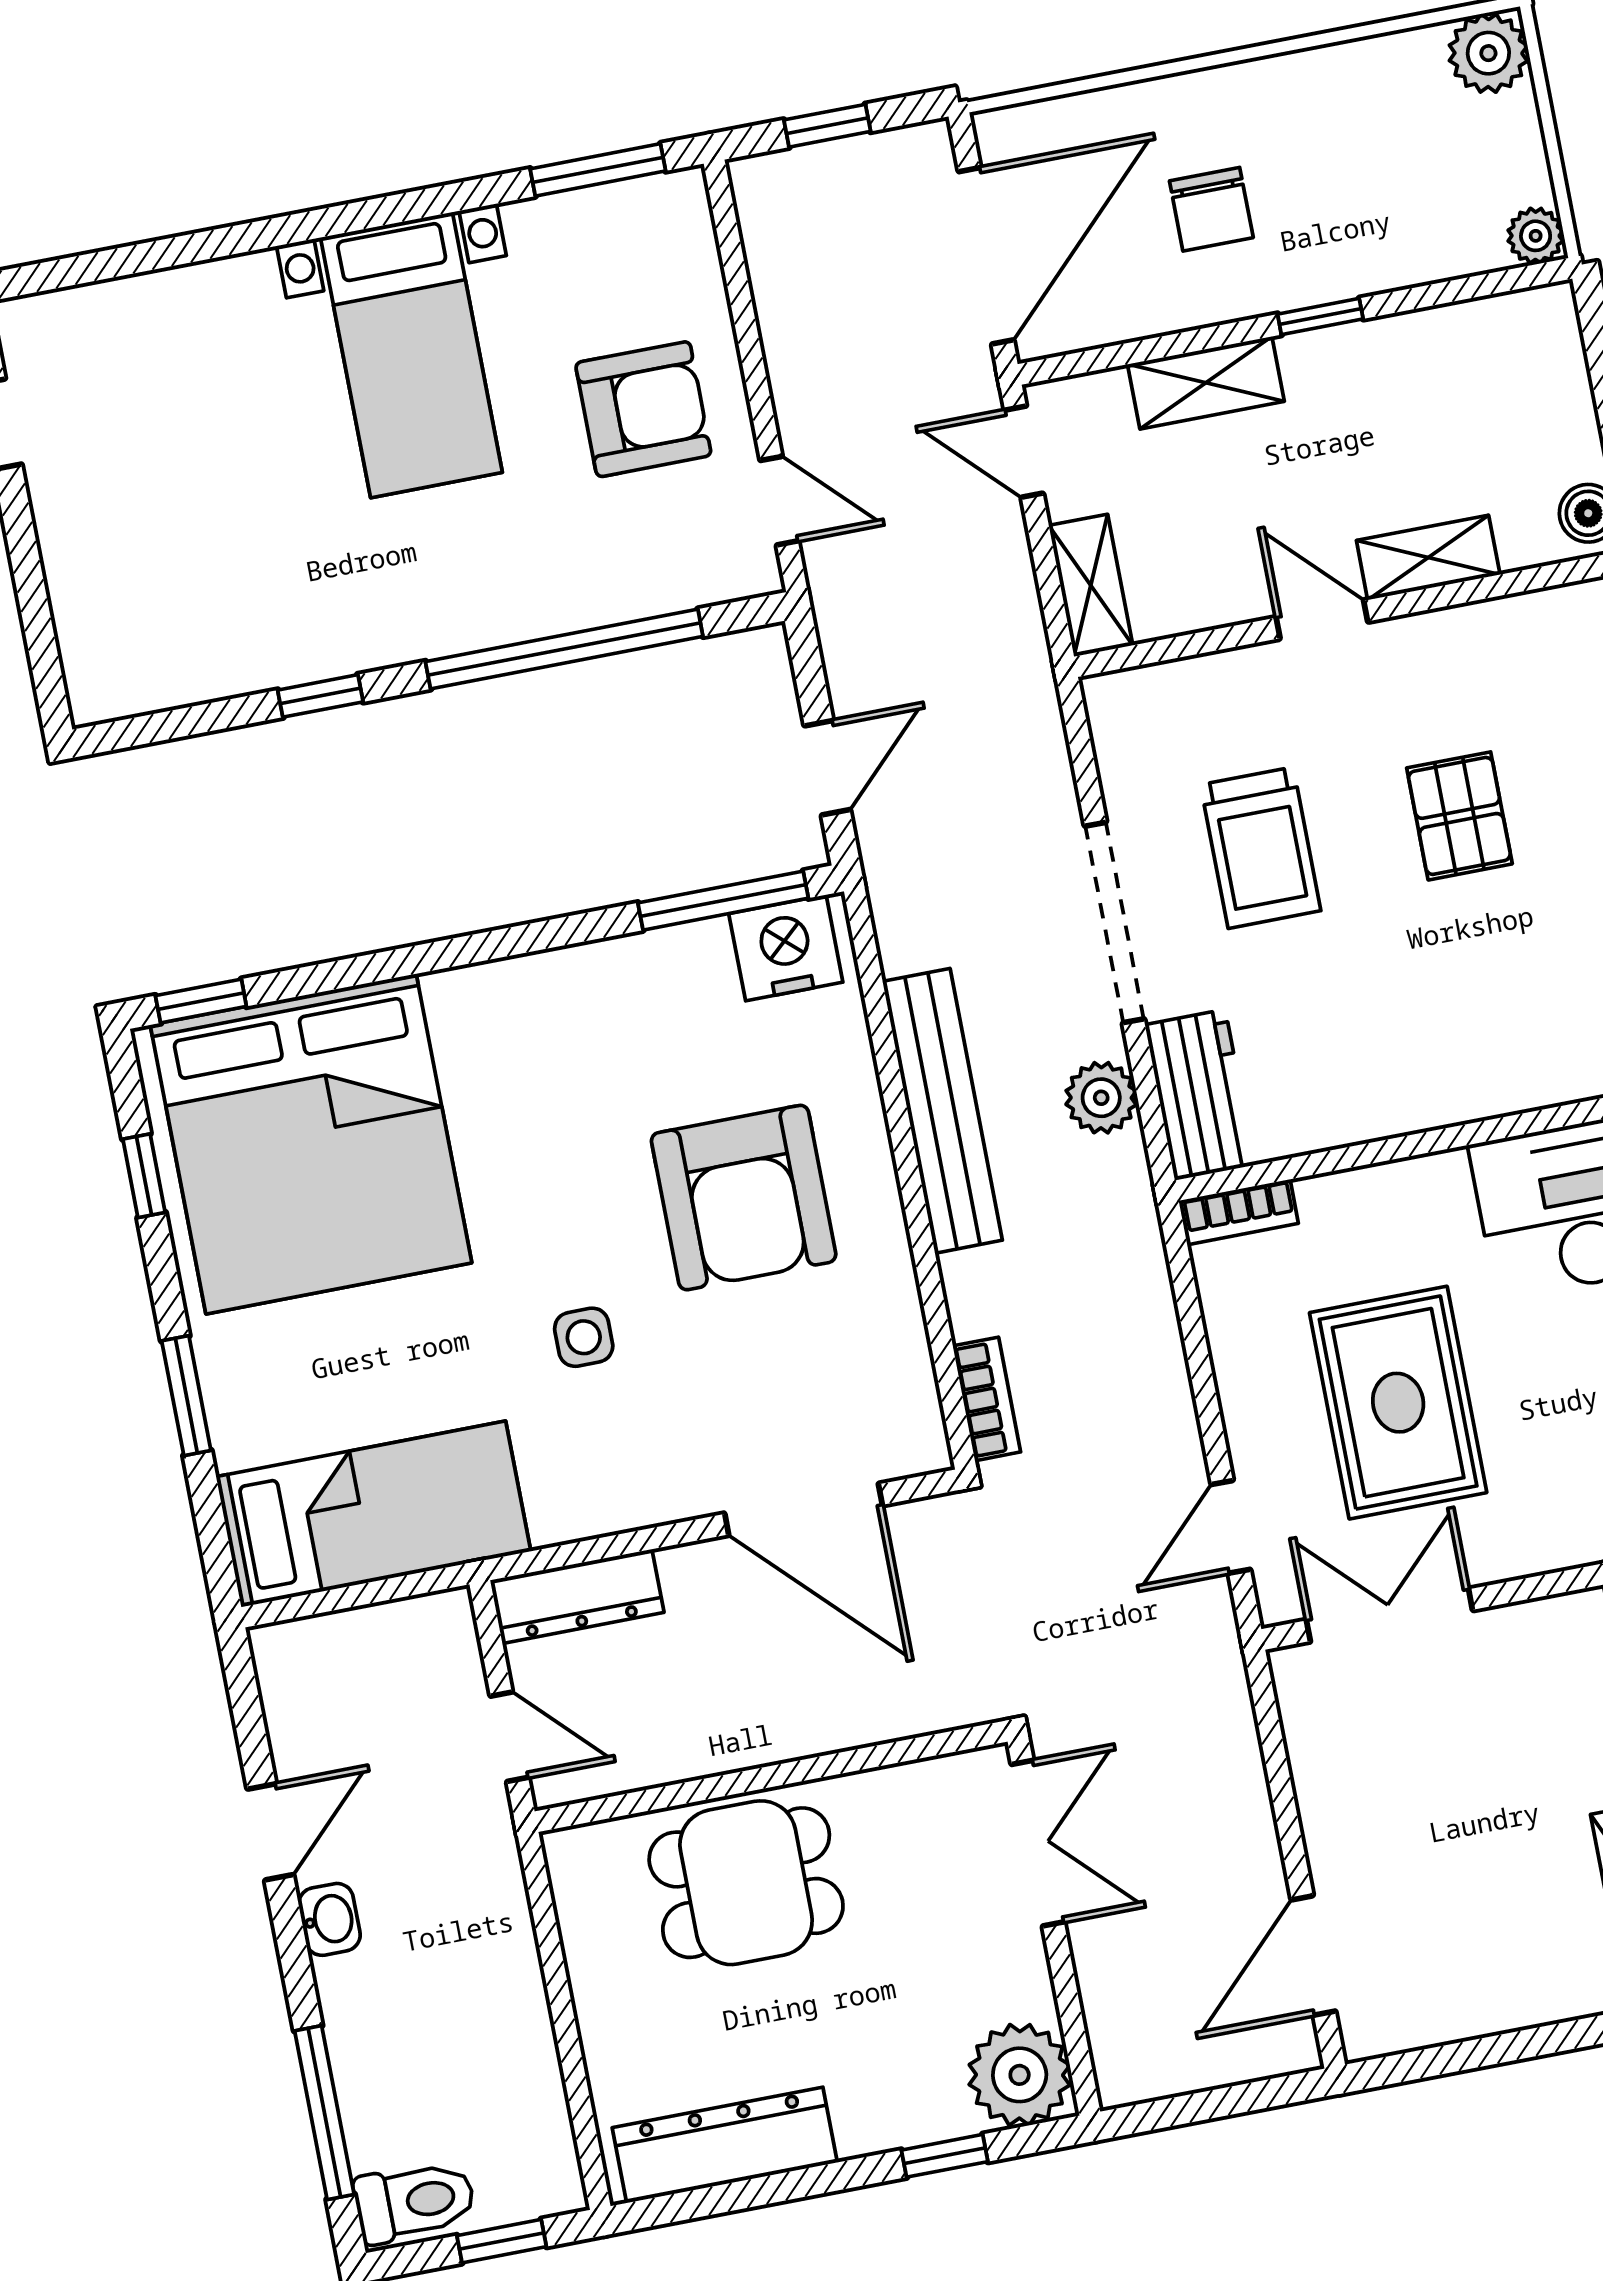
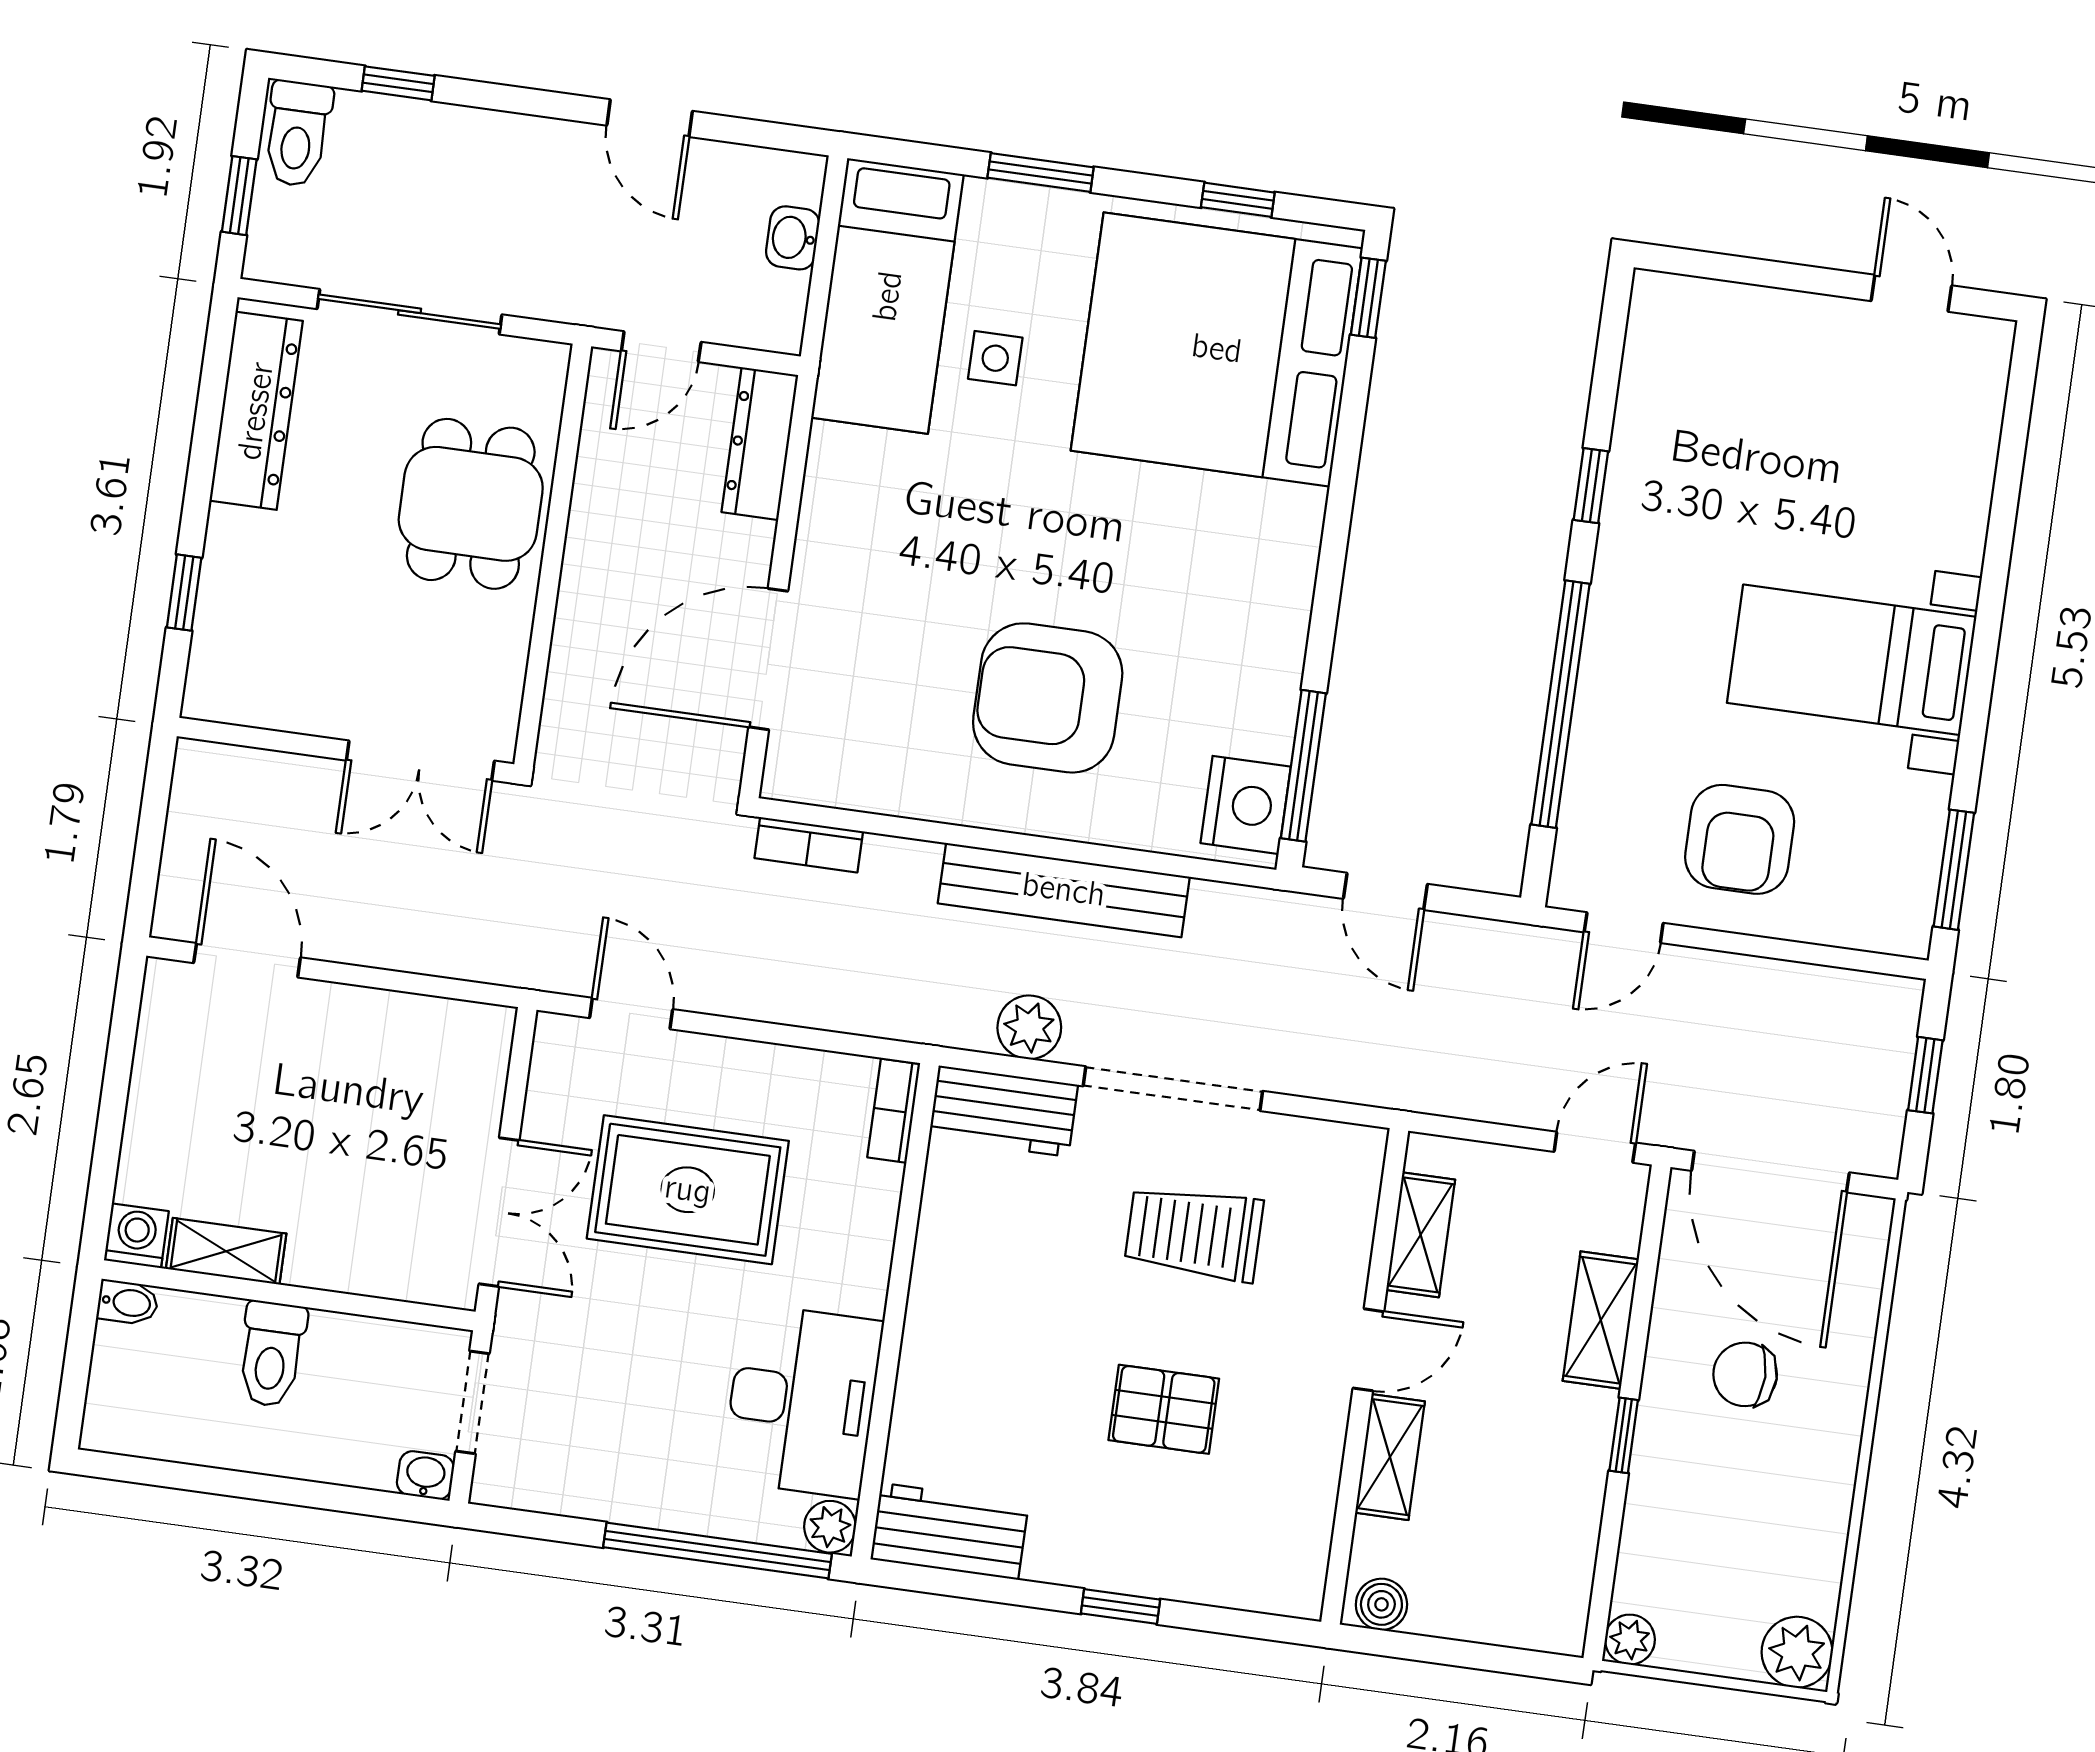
shelving: (1091, 585) -> (1421, 1235), moved, turned 90
side table: (584, 1337) -> (995, 358), moved
double door: (1389, 1615) -> (499, 1212), moved
washbasin: (329, 1919) -> (793, 238), moved, turned 90
sliding door: (564, 2017) -> (410, 312), added
plant: (1020, 2075) -> (231, 679), removed
window: (324, 2113) -> (398, 83), width x0.46

